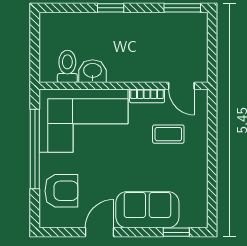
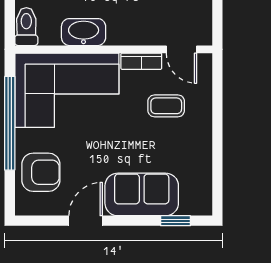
toilet: (67, 66) -> (26, 27), moved
washbasin: (93, 71) -> (84, 32), width x1.38

